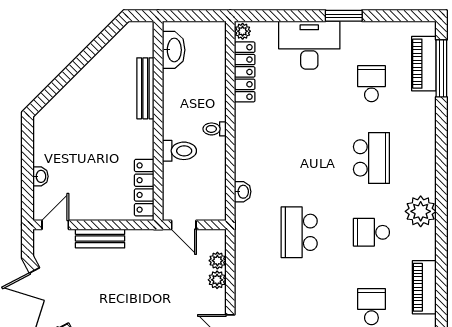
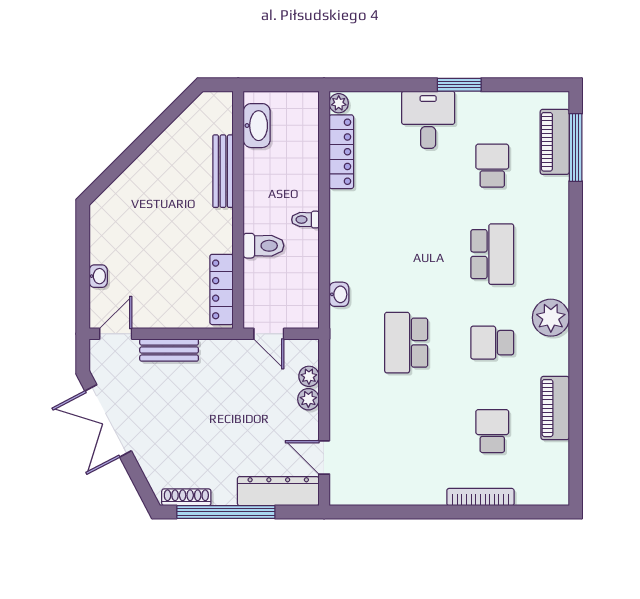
desk: (309, 45) -> (428, 120), width x0.73

